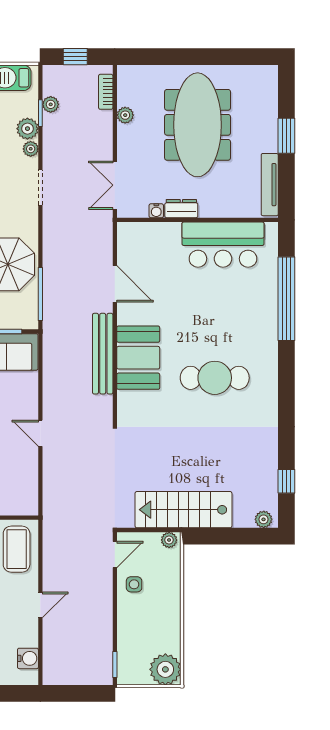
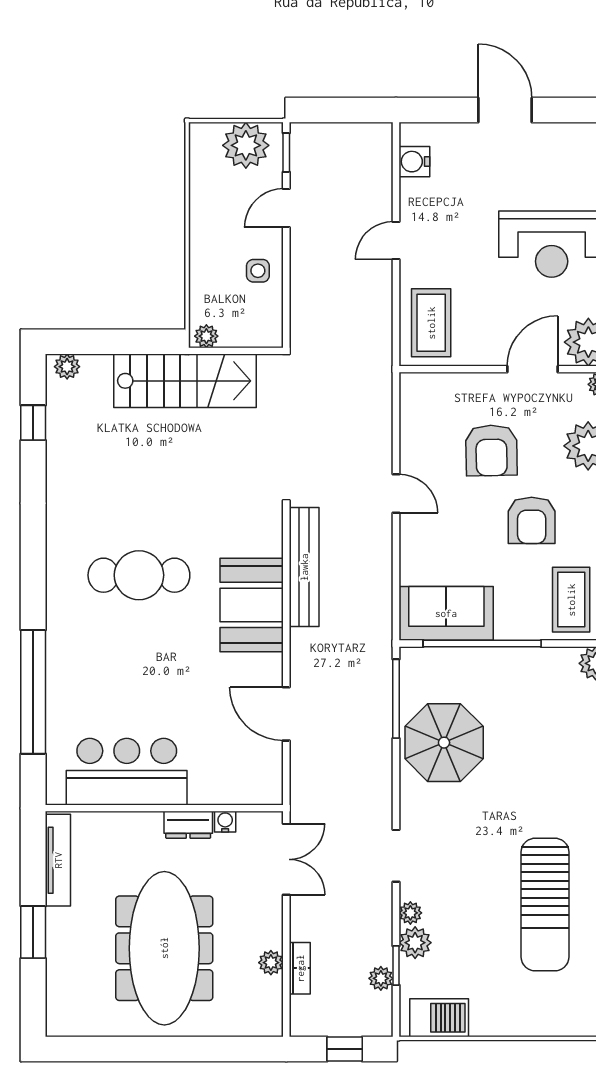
bookcase: (106, 92) -> (300, 968), moved
bench: (103, 354) -> (304, 567), moved
door: (115, 555) -> (286, 208), moved
plant: (165, 669) -> (246, 145), moved

